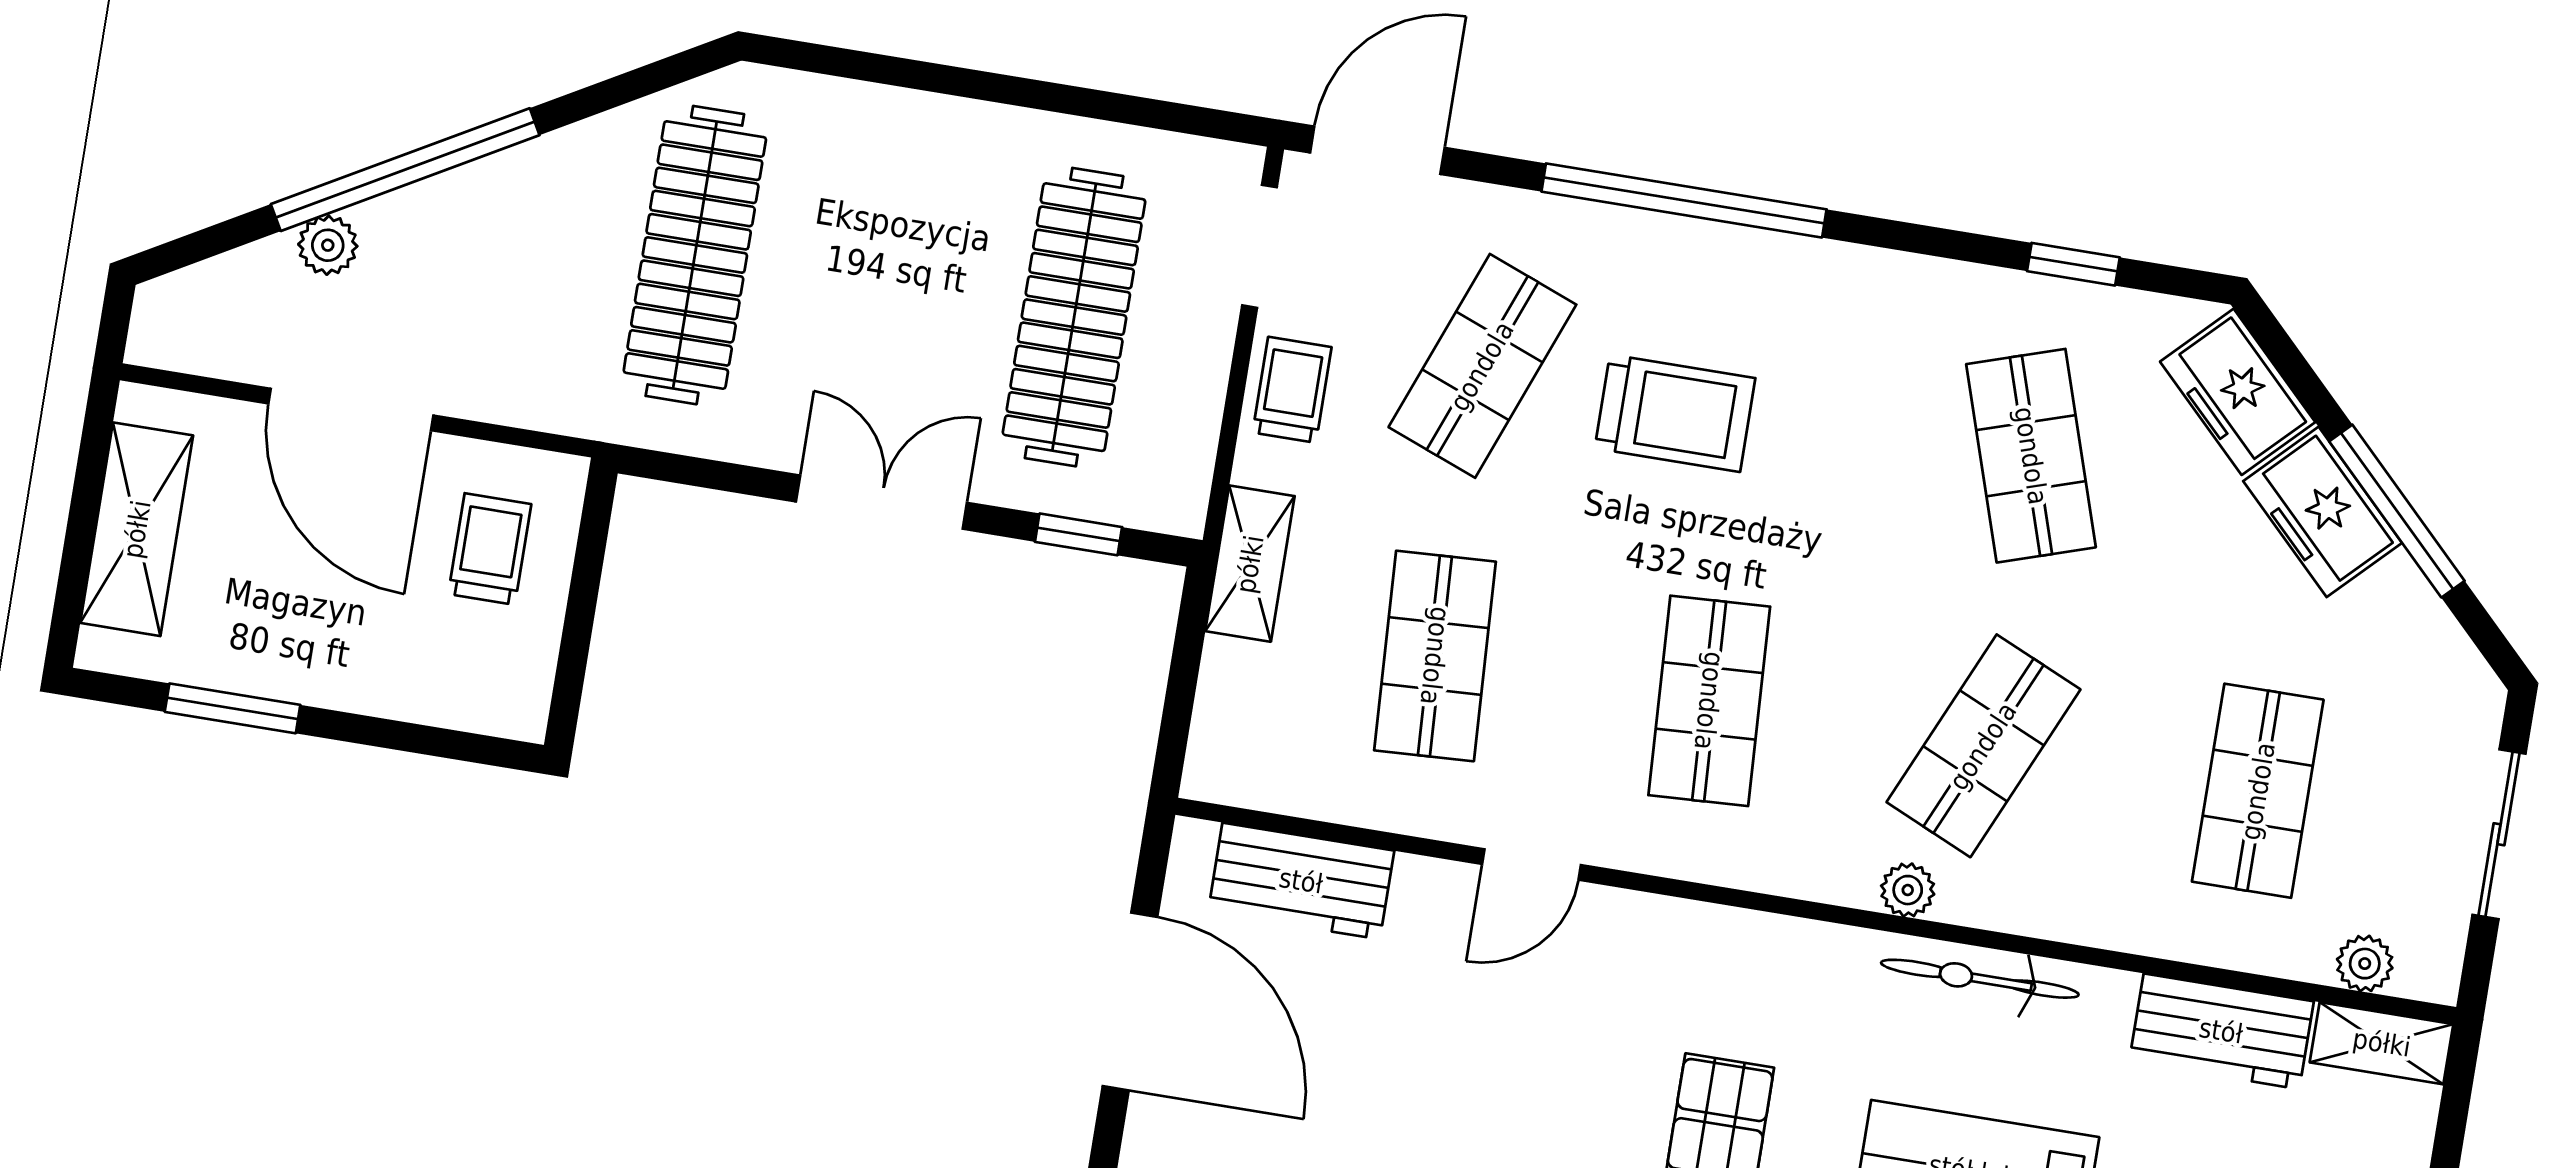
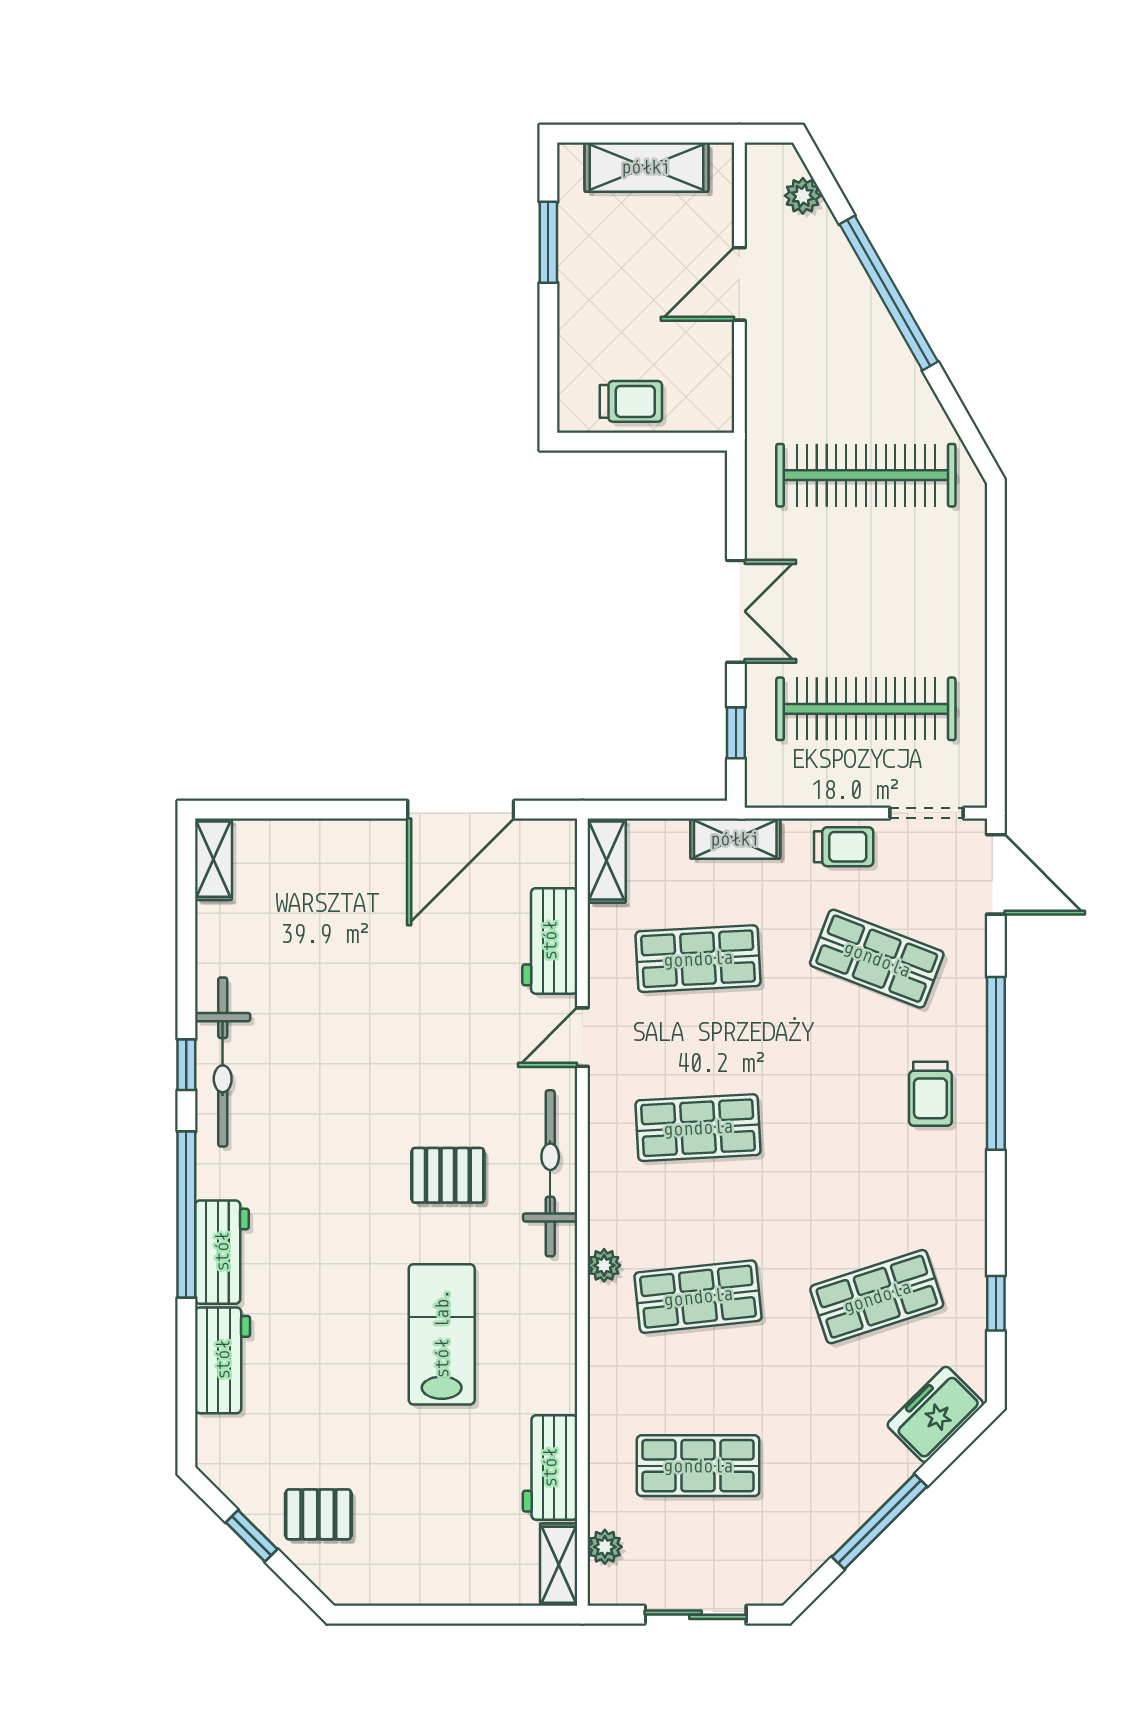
plant: (328, 245) -> (803, 196), moved
door: (351, 409) -> (739, 284), width x0.73
trolley: (1675, 413) -> (930, 1094), moved, width x0.73, depth x0.72
freezer: (2323, 512) -> (872, 1477), removed
trolley: (490, 549) -> (631, 401), moved
shop shelf: (1983, 746) -> (698, 1297), turned -30
shelving: (1252, 778) -> (607, 861), added
door: (1531, 864) -> (582, 1037), hinge flipped
workbench: (1301, 881) -> (550, 941), moved
bicycle: (1980, 979) -> (550, 1173), moved, width x1.37, depth x1.40

